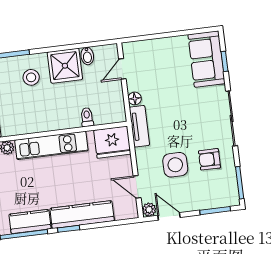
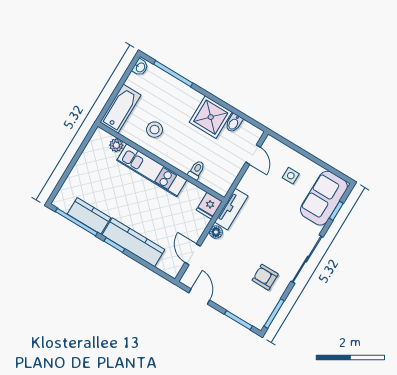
door: (122, 69) -> (253, 155), swing flipped
stool: (31, 77) -> (155, 130), moved
floor lamp: (135, 98) -> (216, 232), moved
fridge: (112, 142) -> (209, 206), width x0.53, depth x0.75
side table: (175, 165) -> (291, 176), moved, width x0.54, depth x0.54
plant: (149, 210) -> (188, 279), removed

